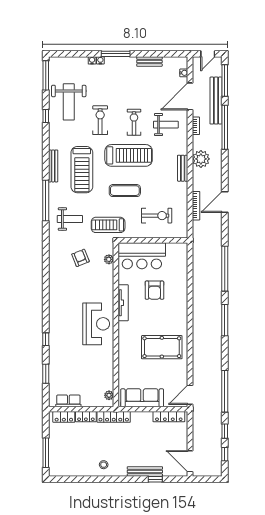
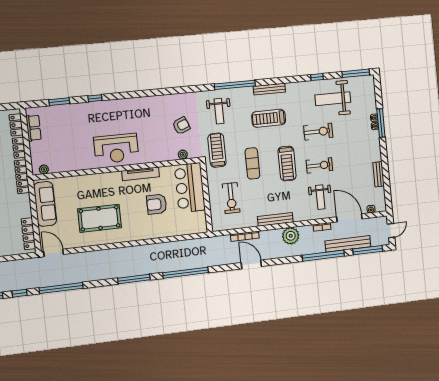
window: (116, 54) -> (381, 123), moved
door: (208, 54) -> (391, 231), swing flipped
treadmill: (129, 155) -> (287, 164), width x0.73, depth x0.73
bench: (183, 168) -> (275, 219), width x1.36
treadmill: (82, 170) -> (269, 118), width x0.73, depth x0.73
pool table: (162, 347) -> (100, 218), turned 90

